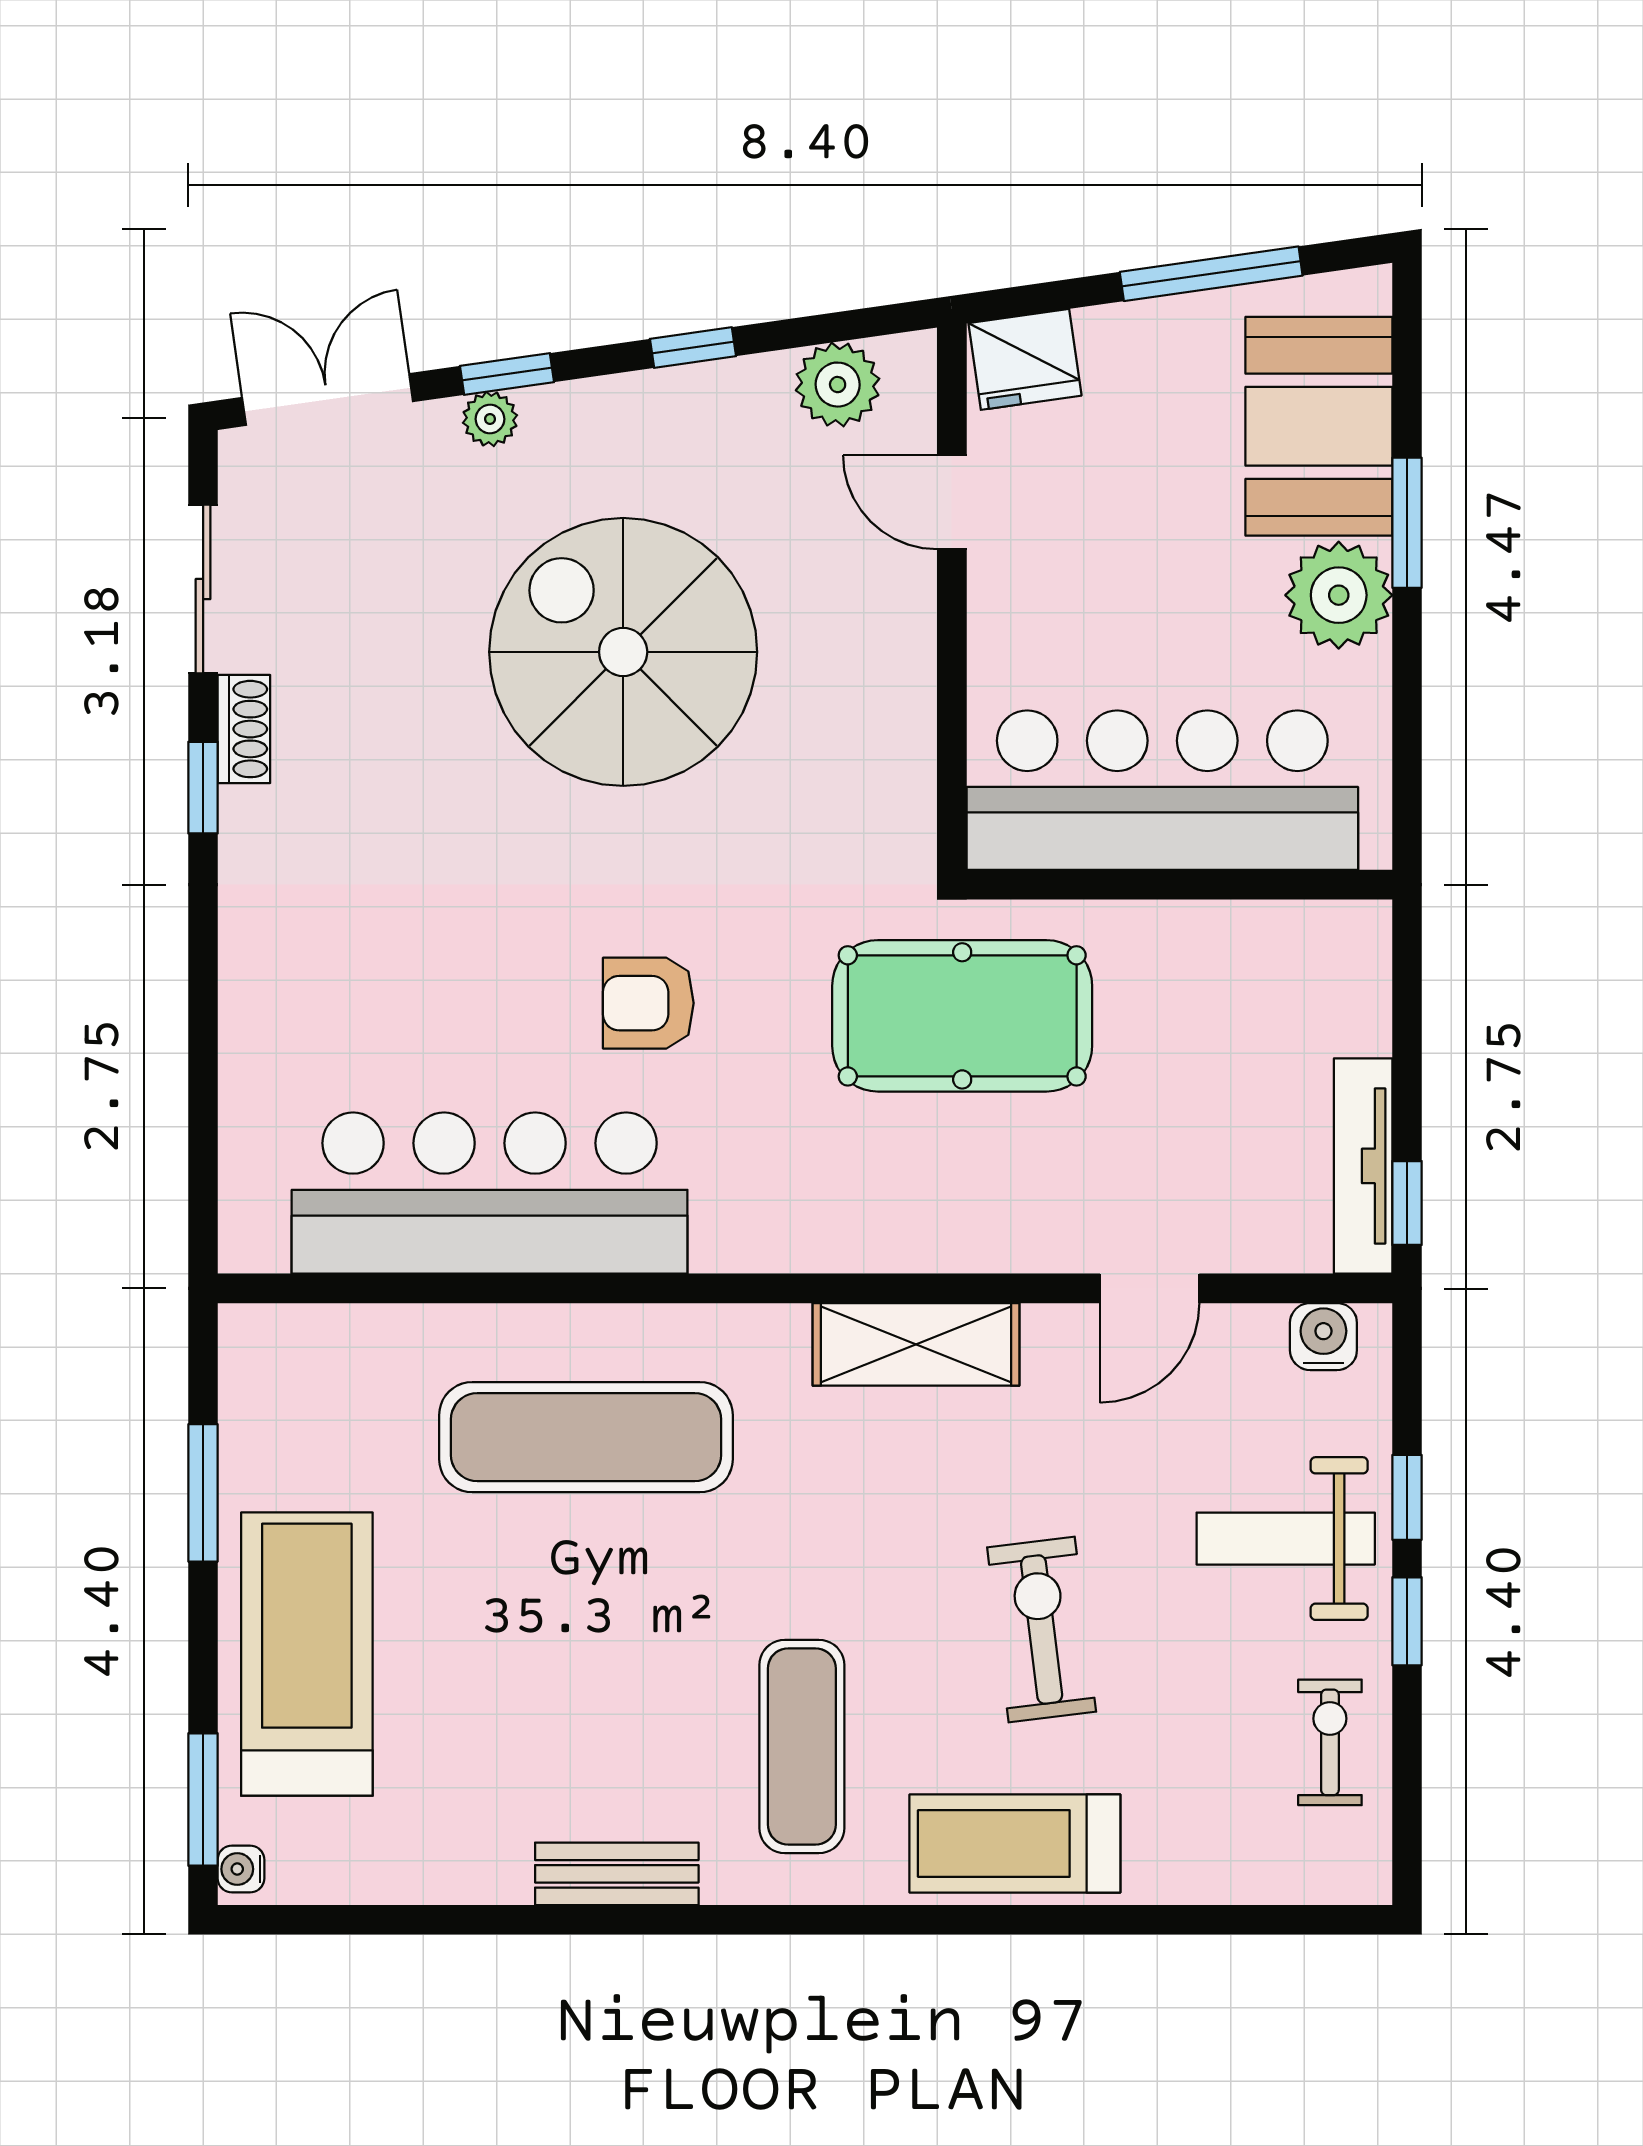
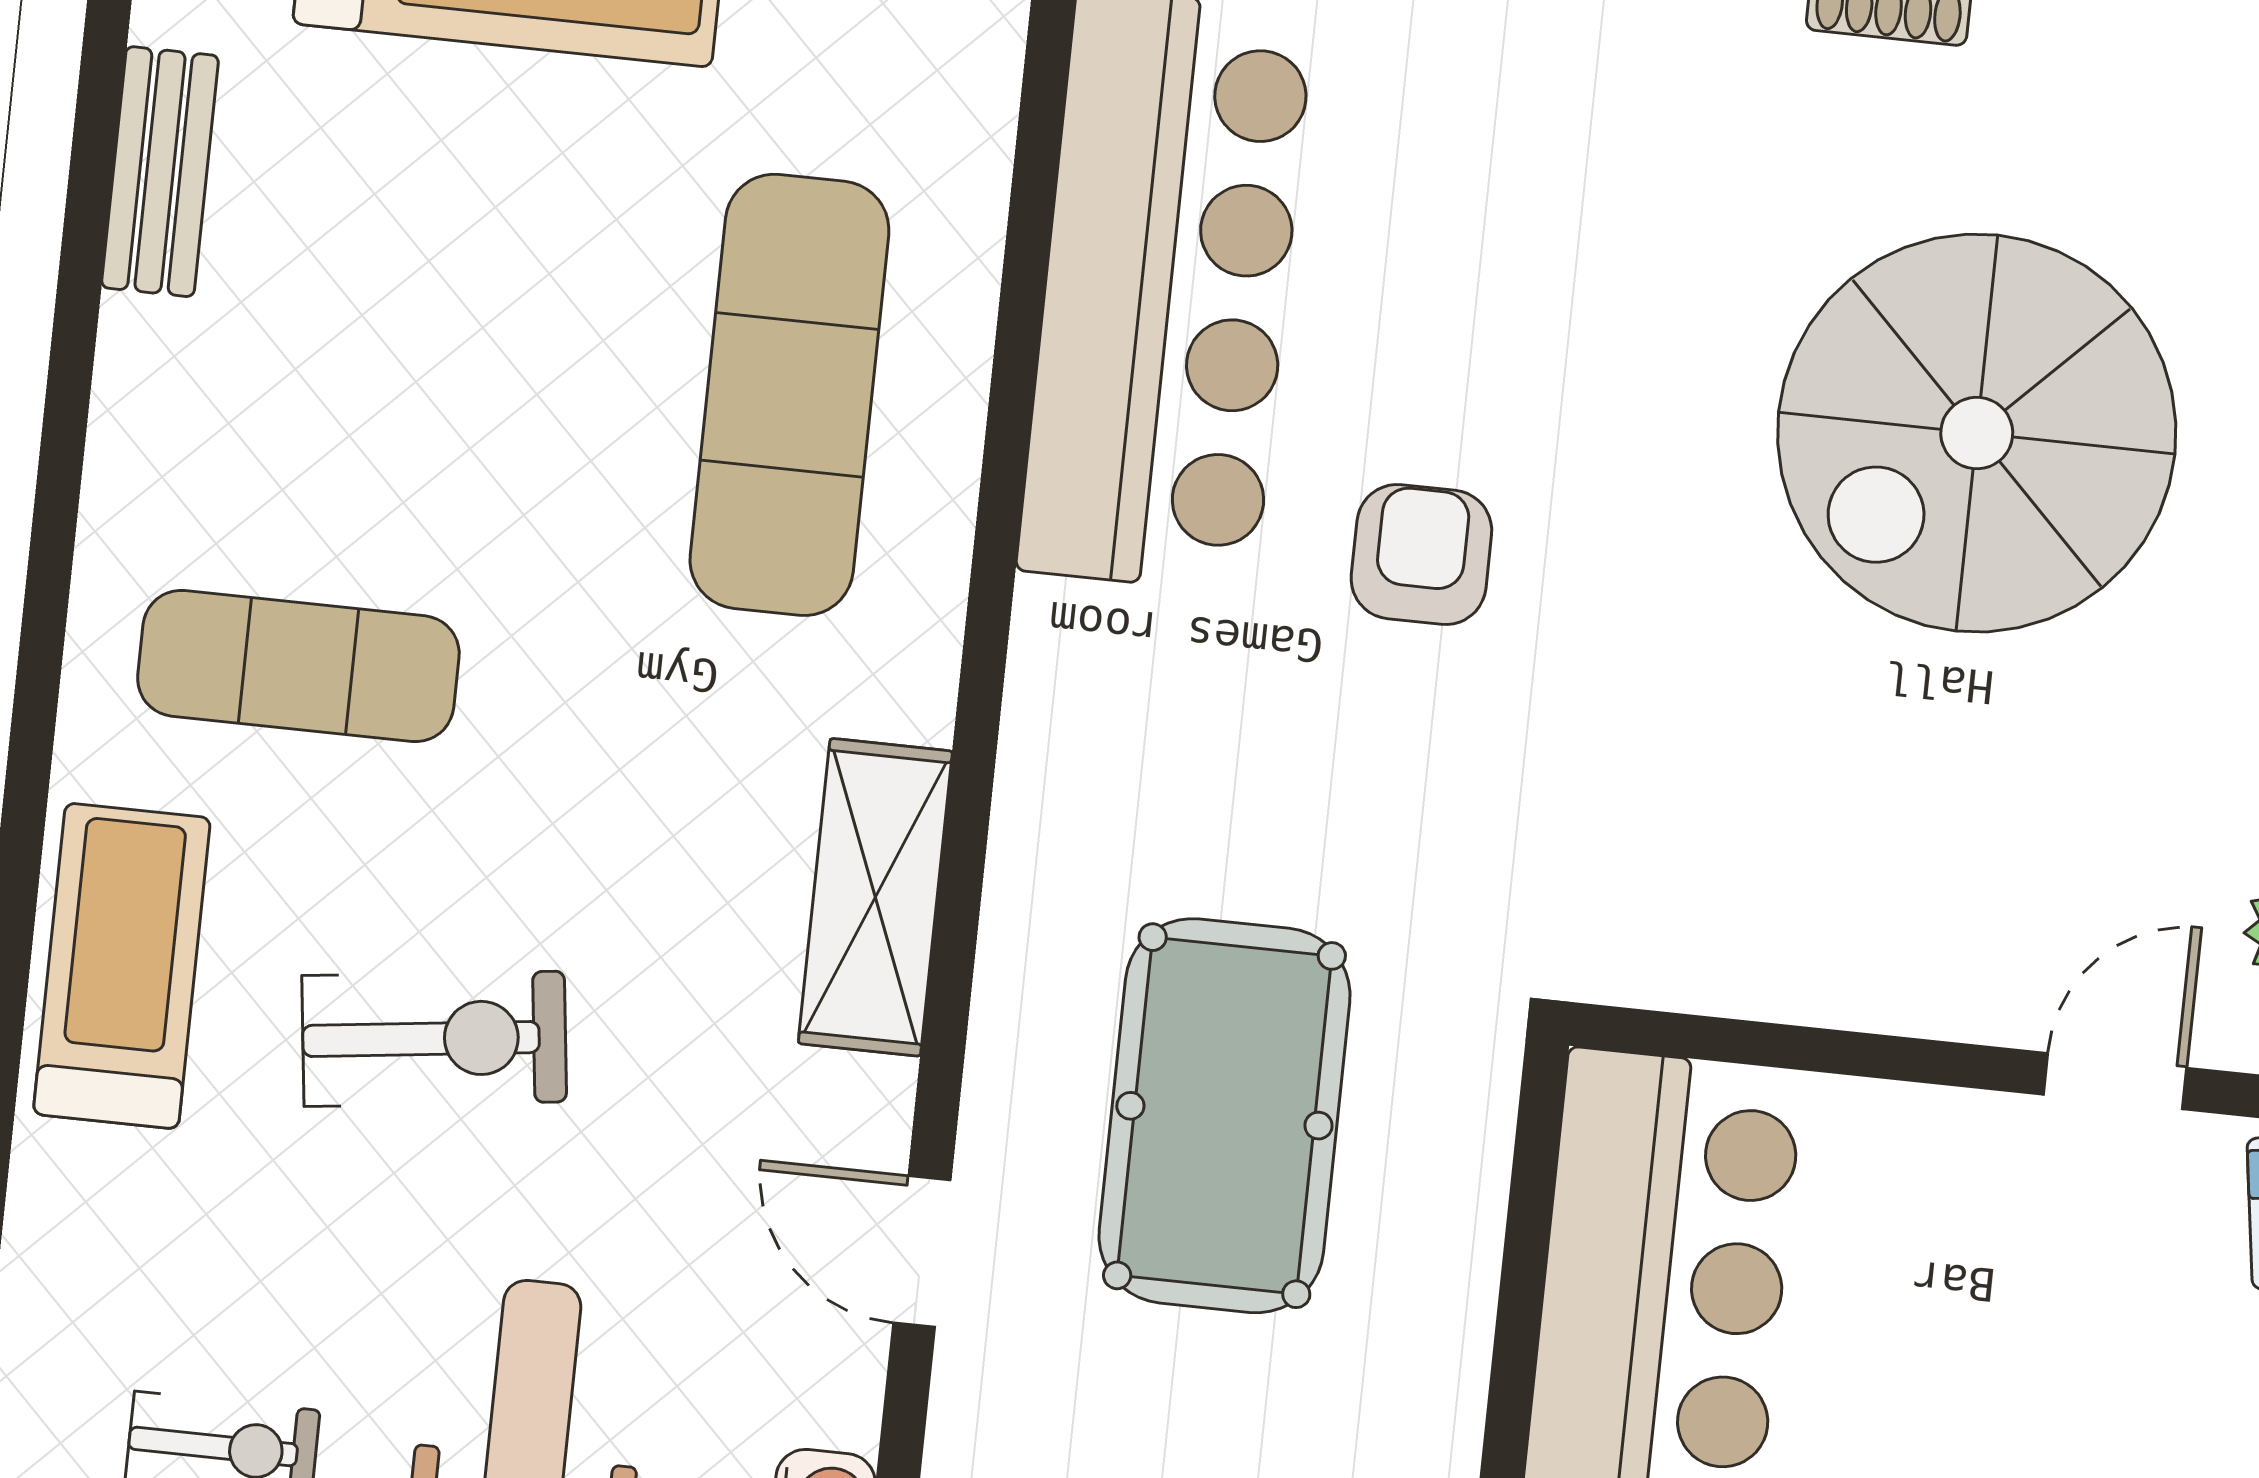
spiral stairs: (623, 652) -> (1977, 433), moved, turned 180
pool table: (962, 1016) -> (1224, 1116), moved
bench: (617, 1874) -> (160, 172), moved

